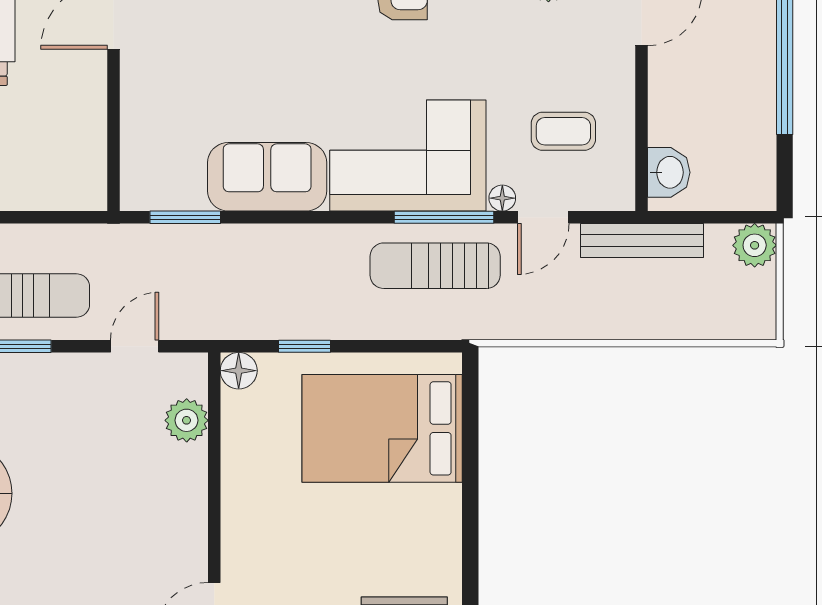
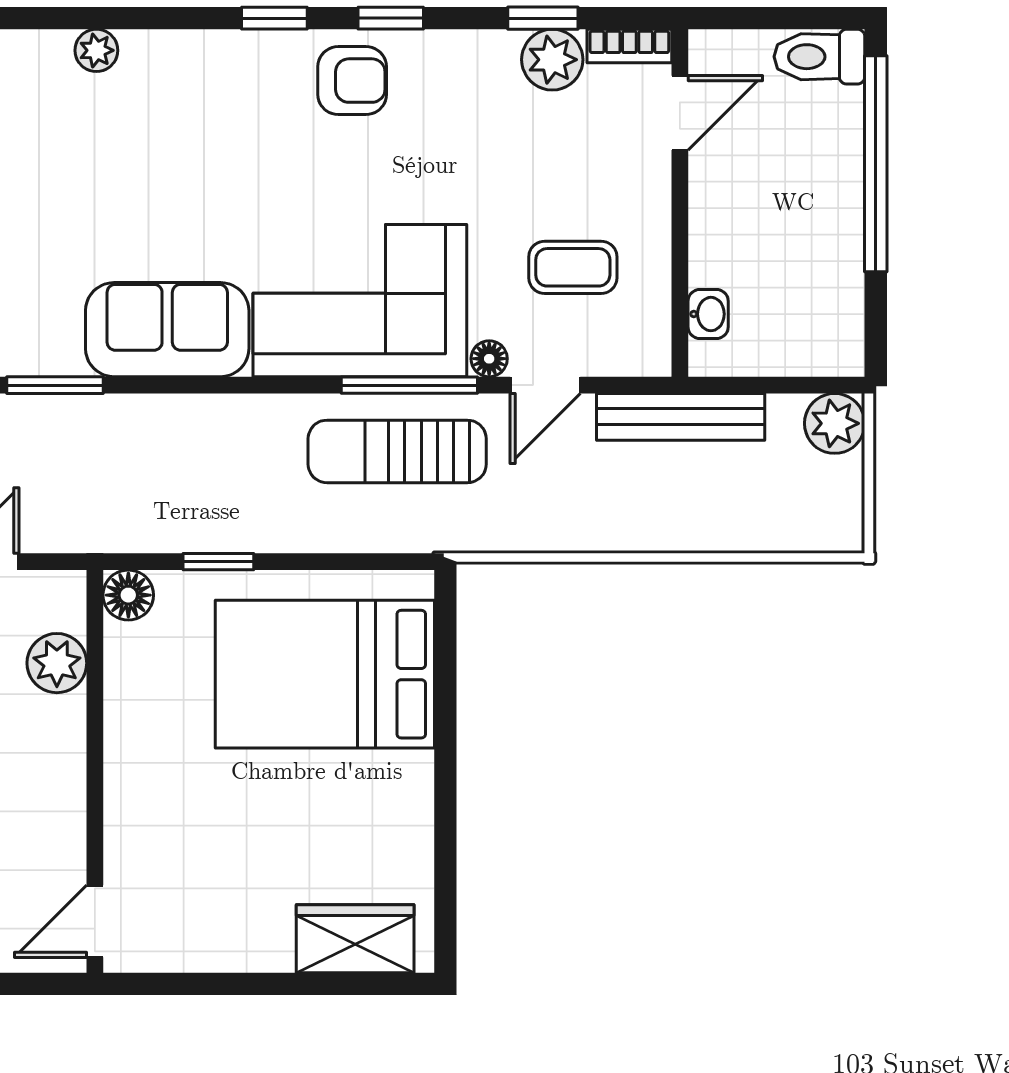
washbasin: (669, 172) -> (708, 314), width x0.72, depth x0.69

